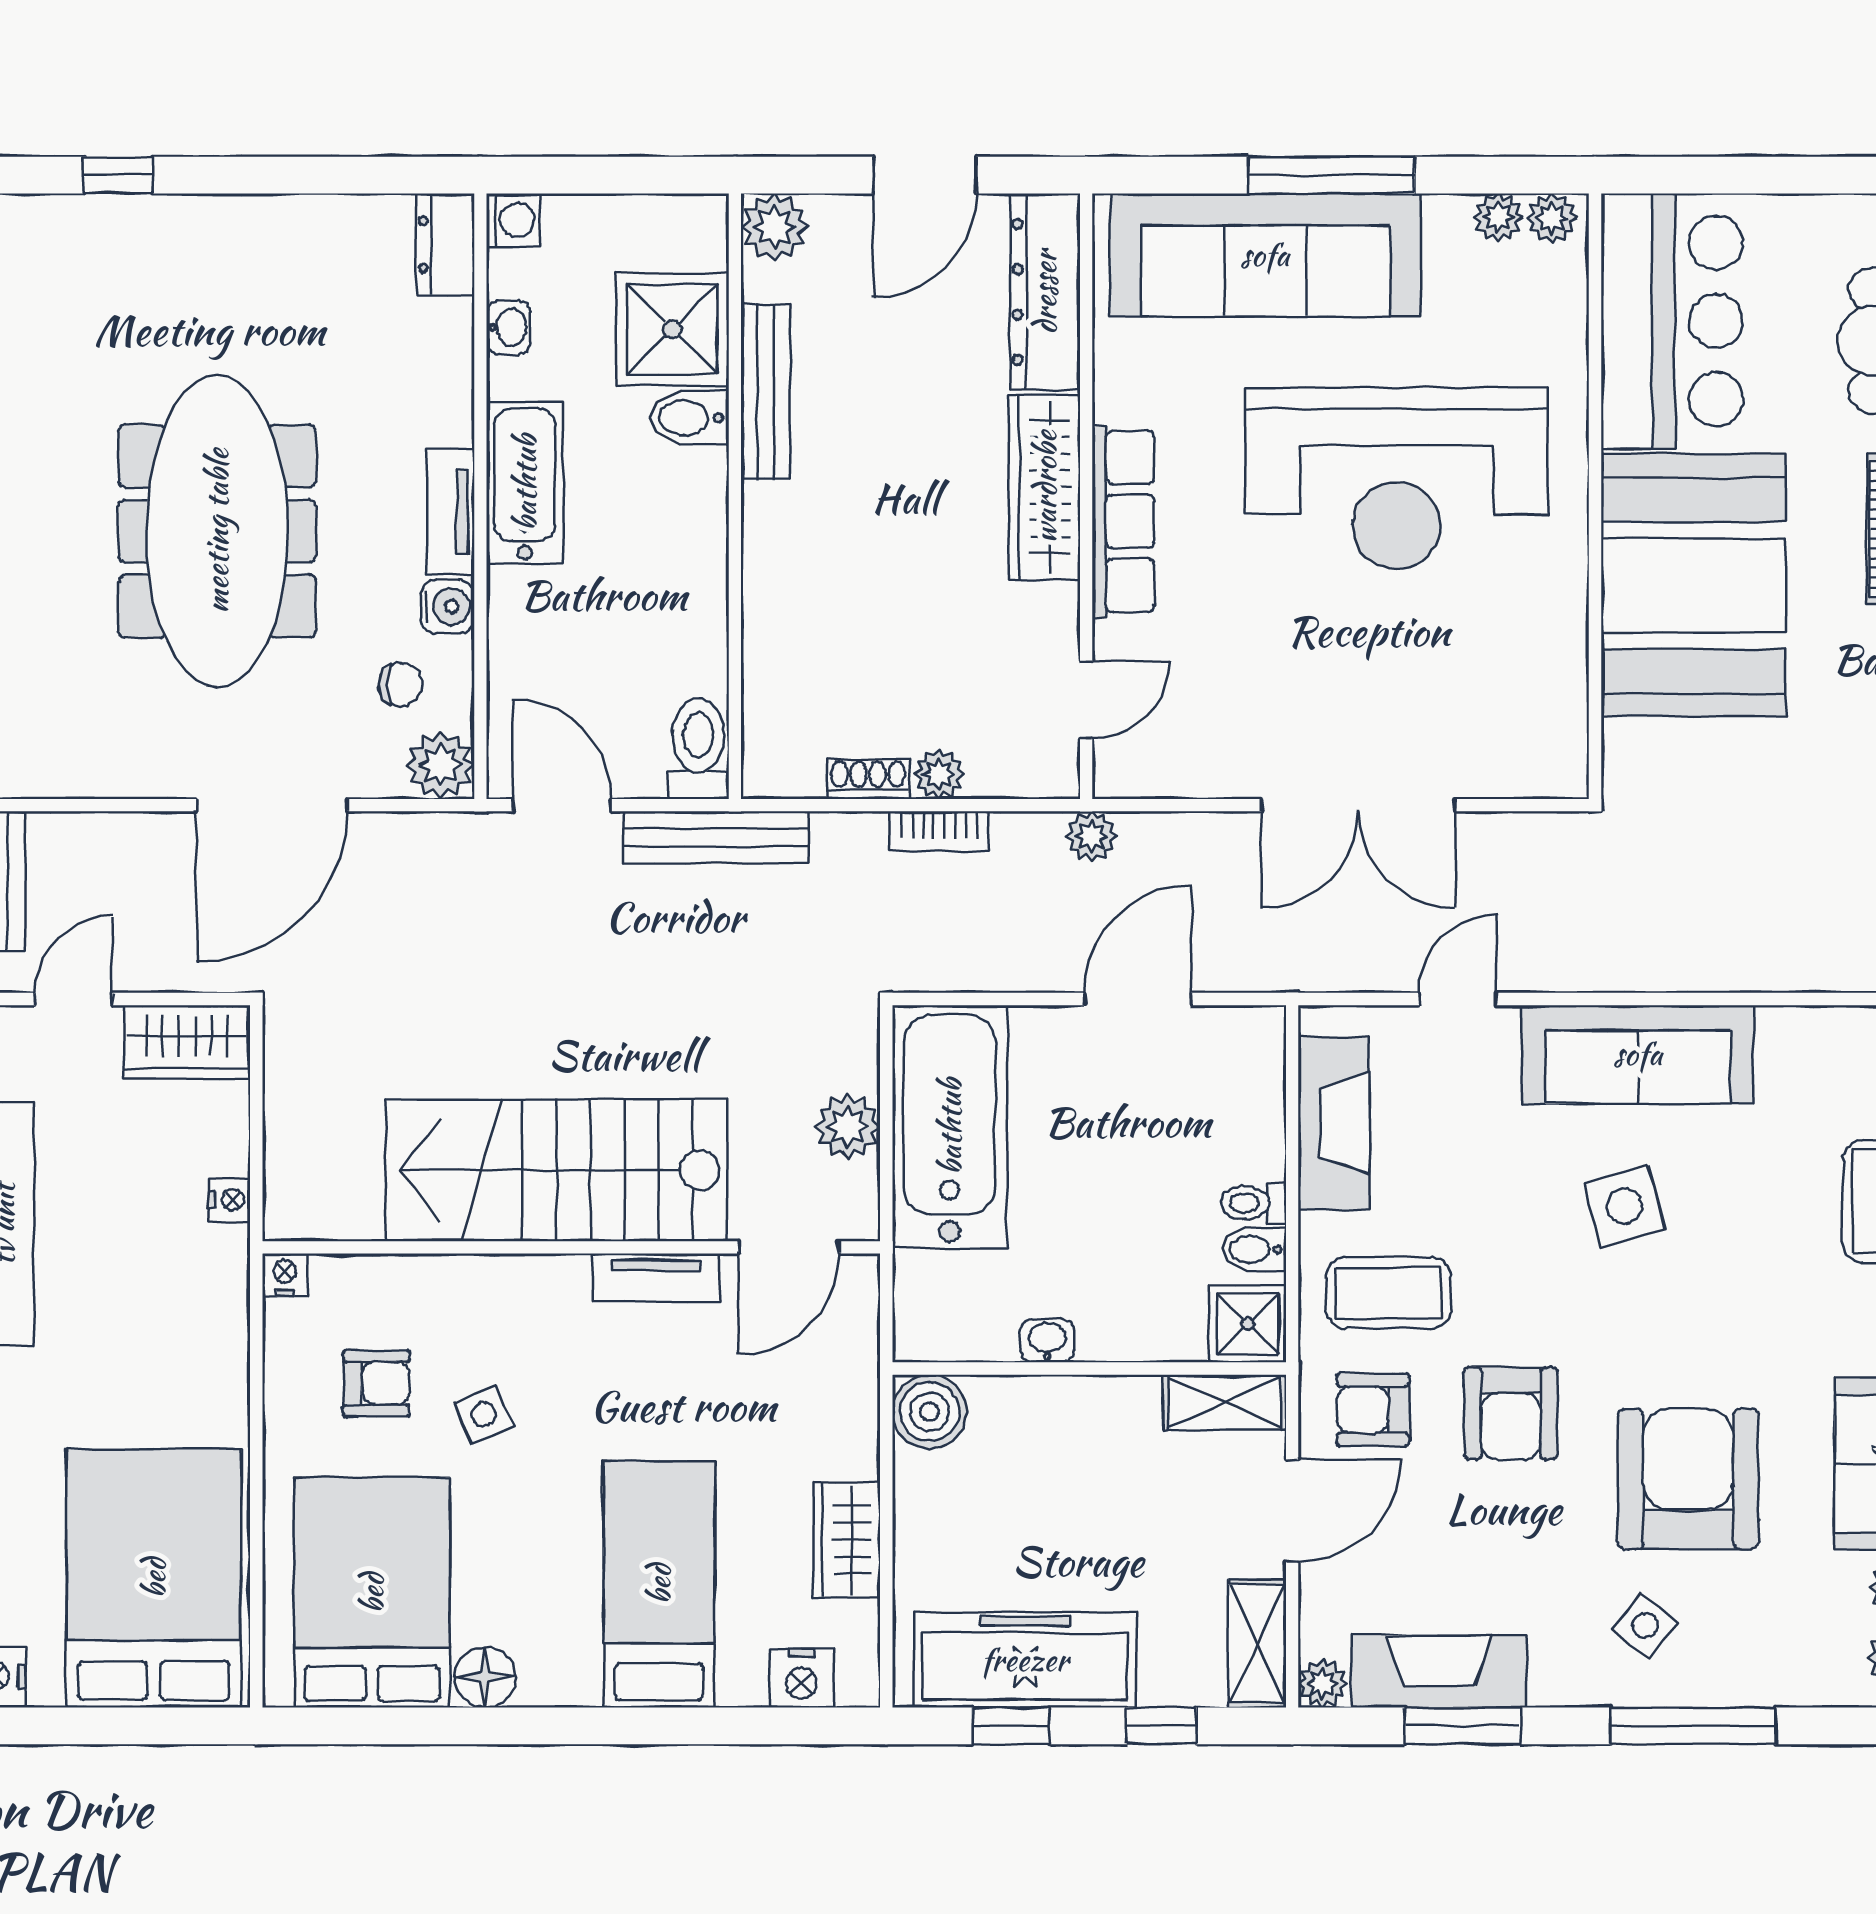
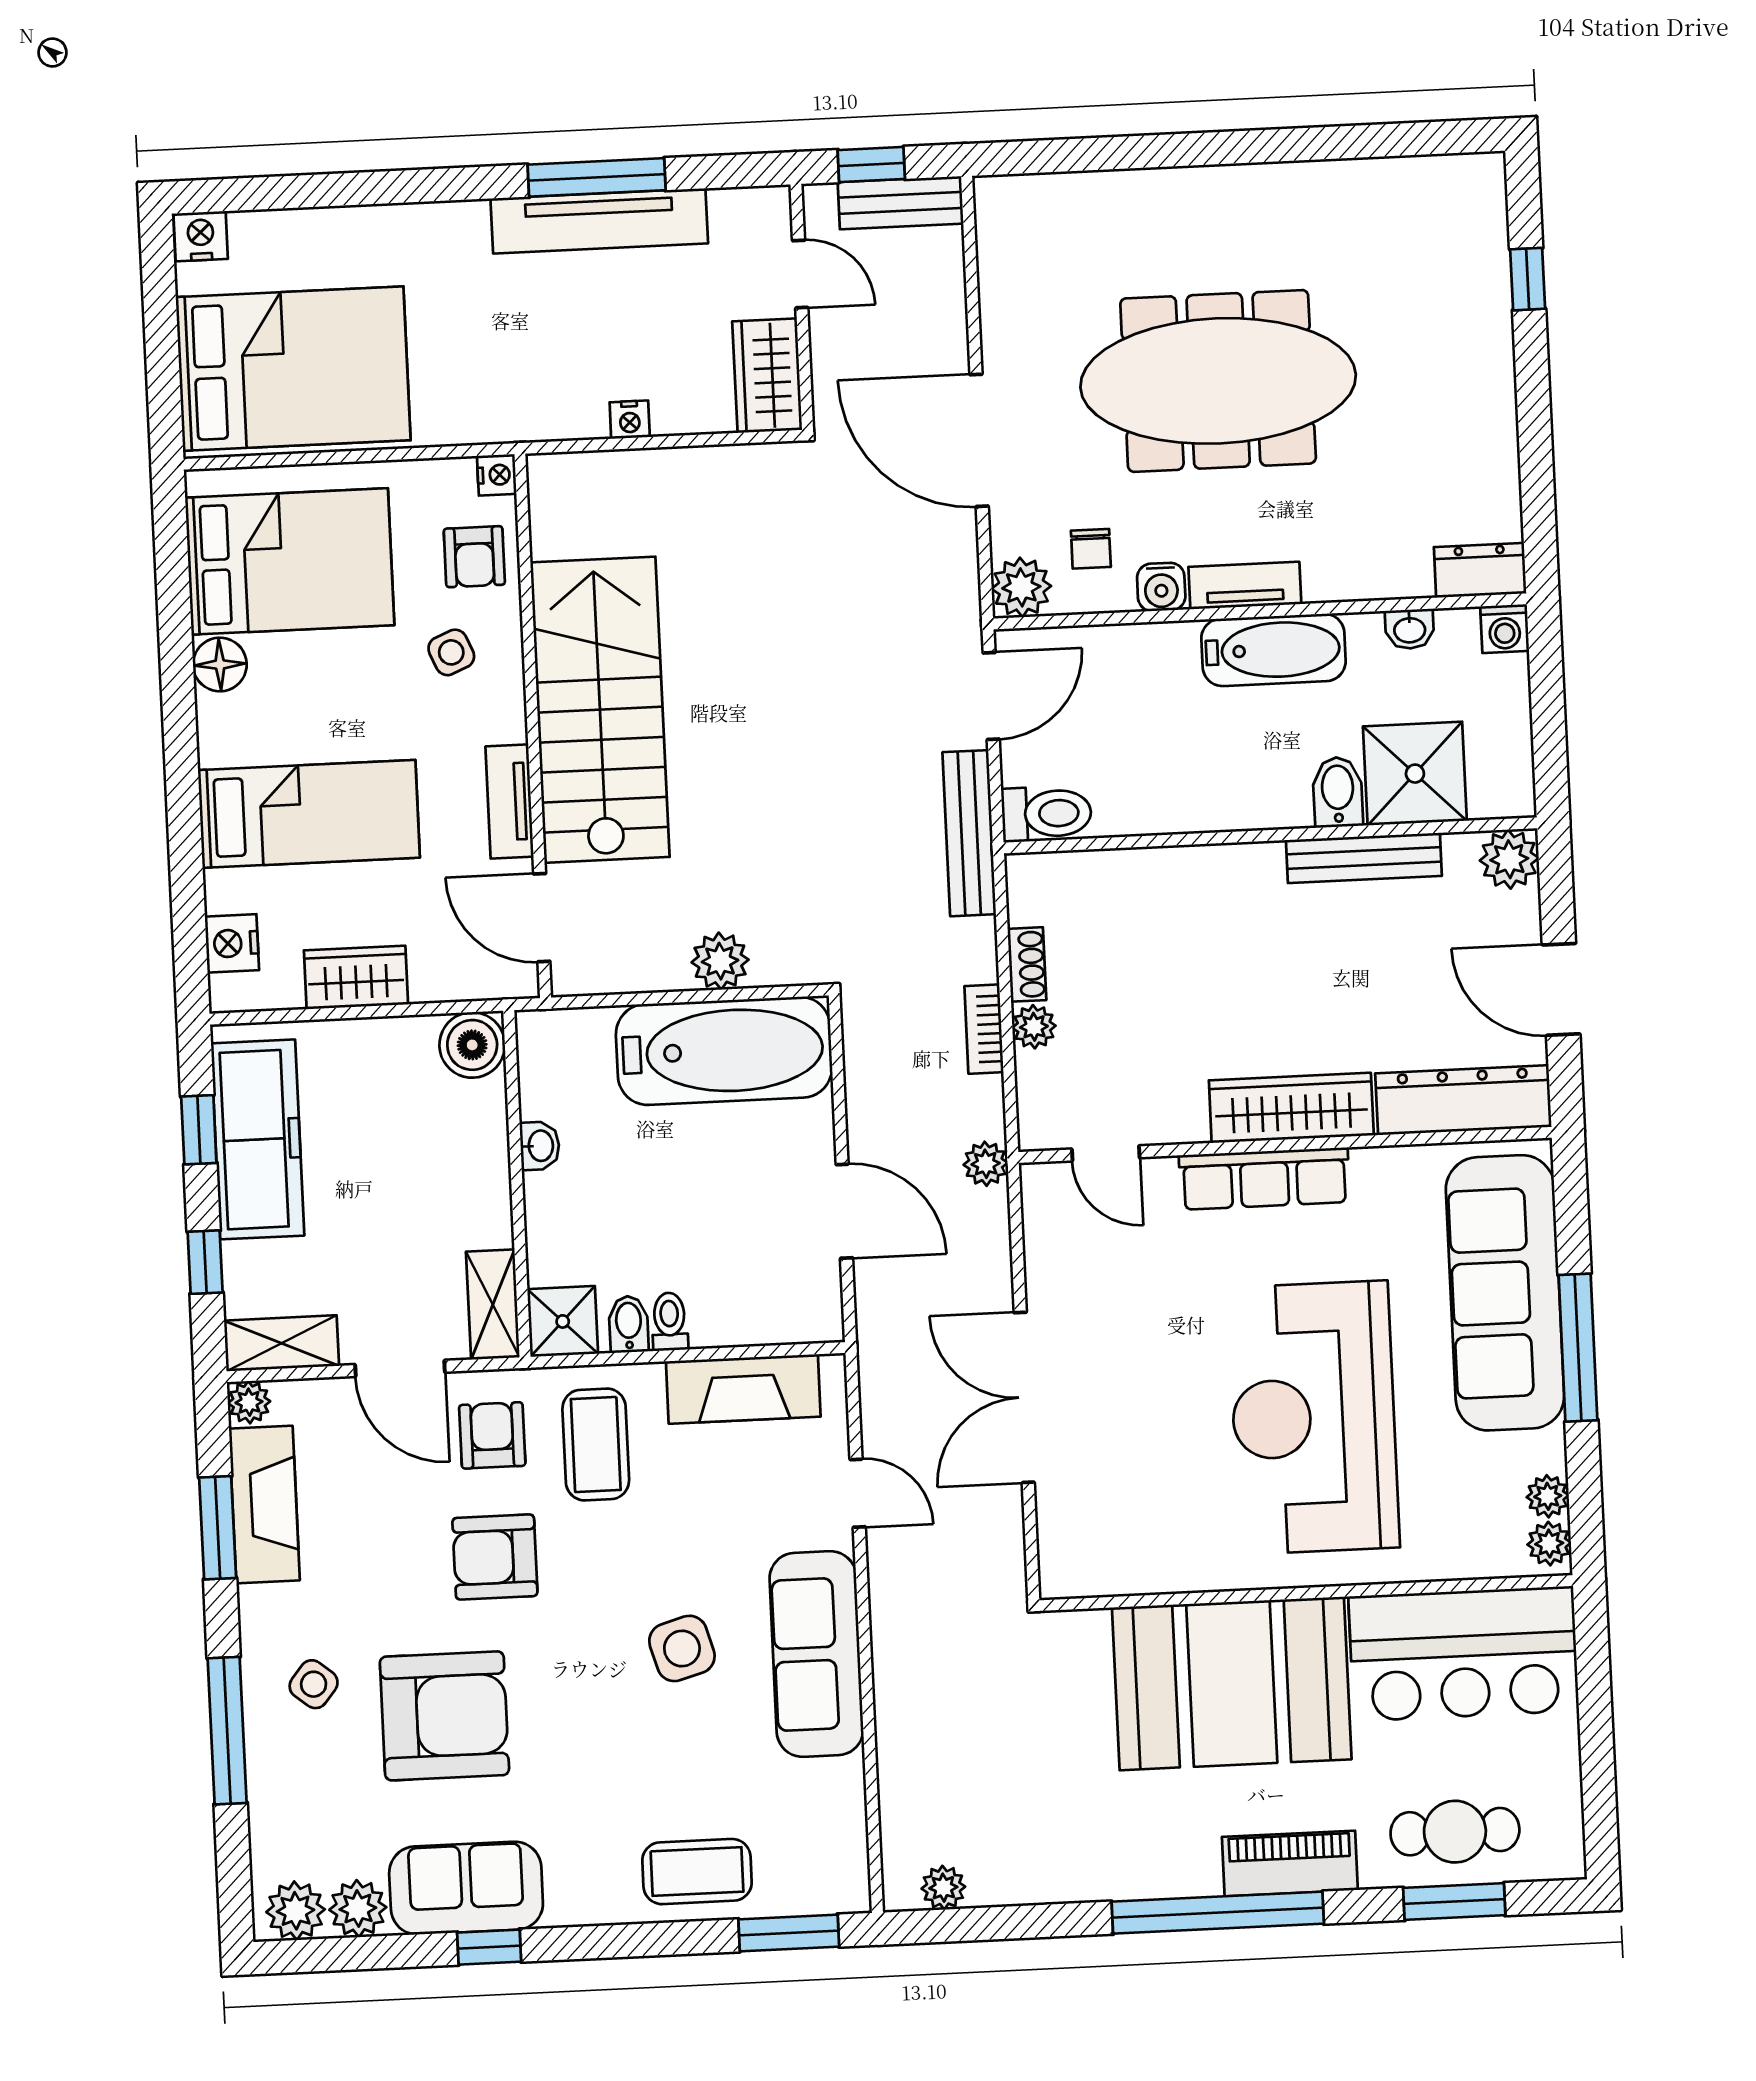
stairs: (557, 1170) -> (600, 710), moved
wall: (571, 1247) -> (533, 726), moved
door: (789, 1247) -> (542, 918), moved
nightstand: (285, 1275) -> (497, 475), moved
tv unit: (656, 1278) -> (509, 802), moved

